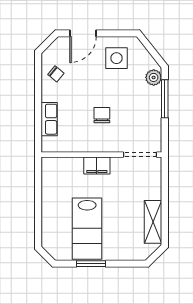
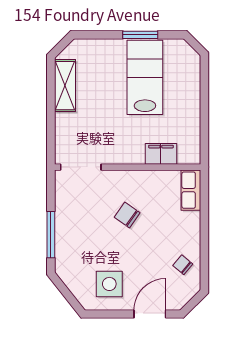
plant: (154, 77) -> (64, 260), removed
chair: (102, 115) -> (127, 215), turned 125
row of seats: (49, 119) -> (191, 190), moved
filing cabinet: (97, 165) -> (161, 154), moved

